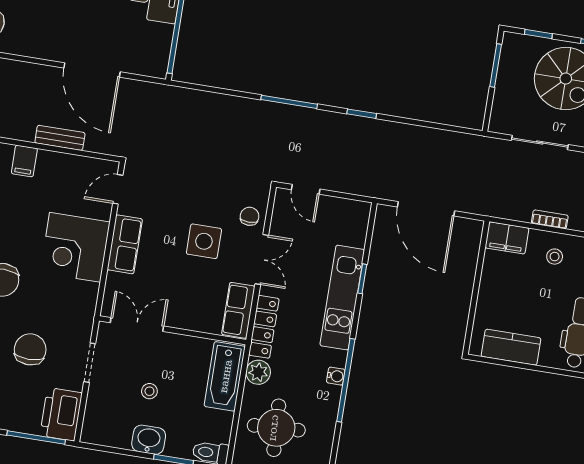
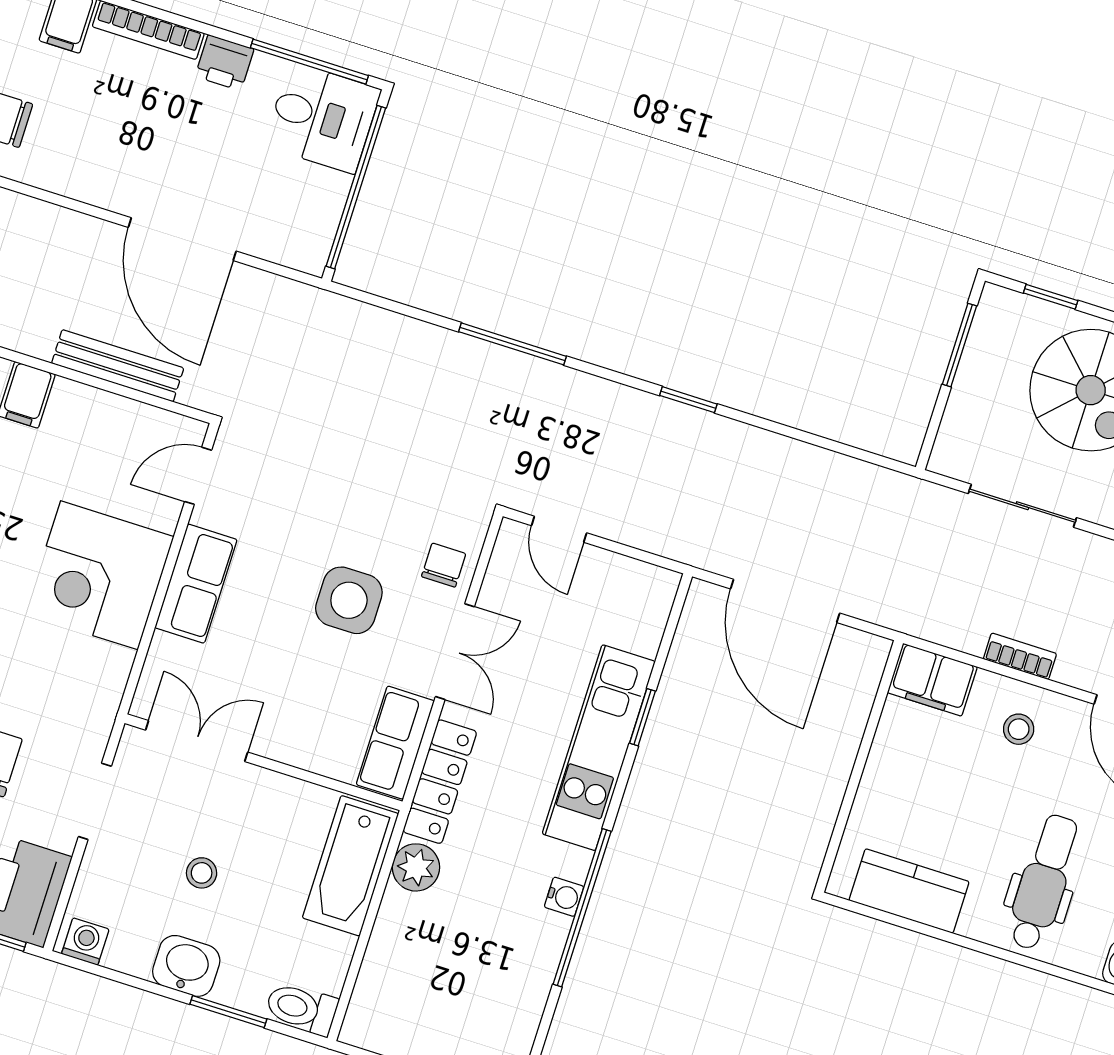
window: (289, 102) -> (512, 344), moved
bench: (60, 138) -> (118, 366), width x1.36
round table: (276, 428) -> (435, 979), removed
washing machine: (95, 435) -> (85, 942), added

